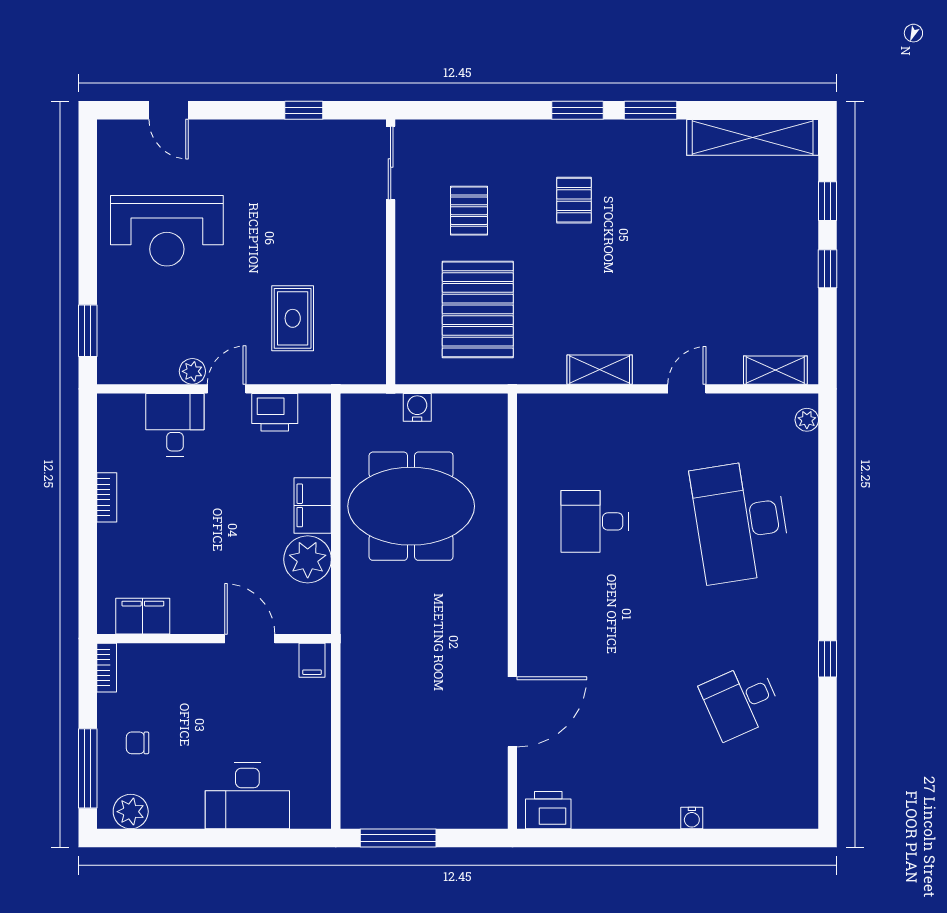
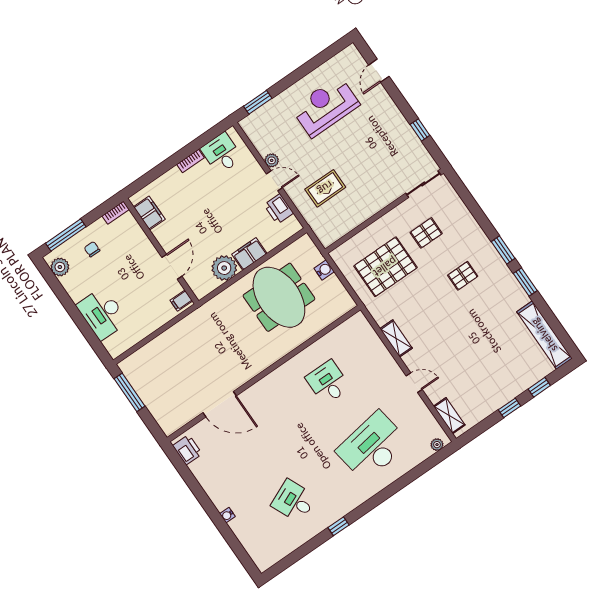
reception desk: (167, 231) -> (326, 107), turned 90
desk: (175, 425) -> (222, 153), moved, turned -90

